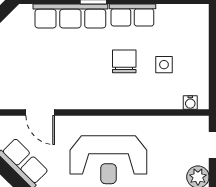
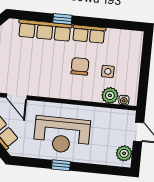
plant: (170, 98) -> (110, 95), added

